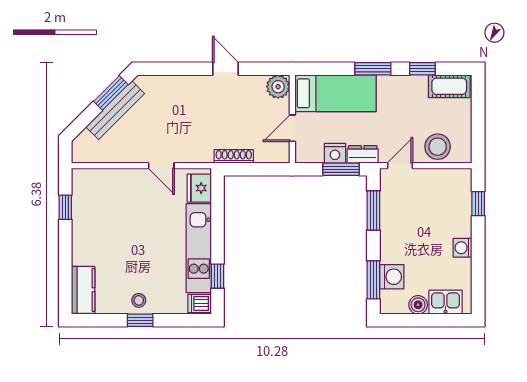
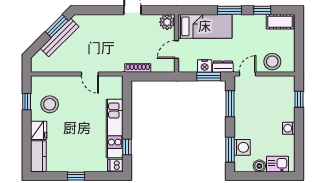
fridge: (199, 188) -> (39, 130), moved, turned 180
stool: (139, 300) -> (50, 104), moved, width x1.89, depth x1.89

